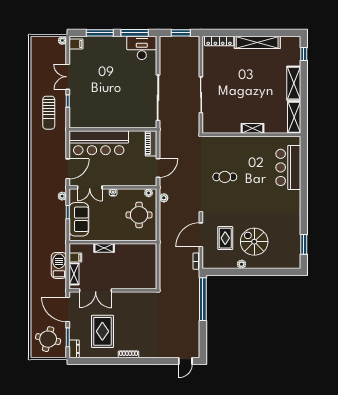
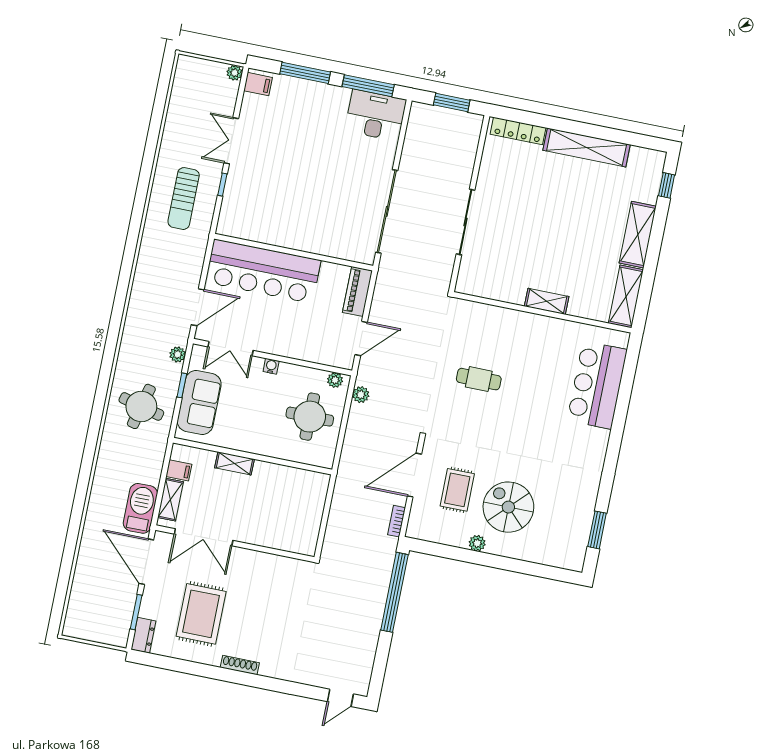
barbecue: (59, 265) -> (140, 508), moved
round table: (48, 339) -> (141, 406), moved

